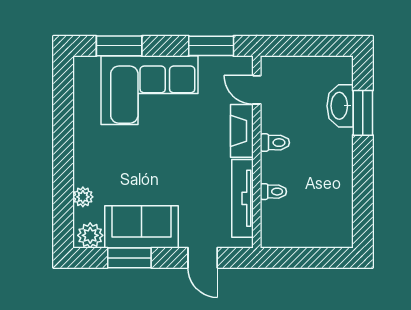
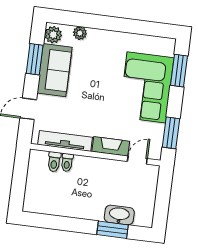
toilet: (275, 143) -> (54, 162), moved

